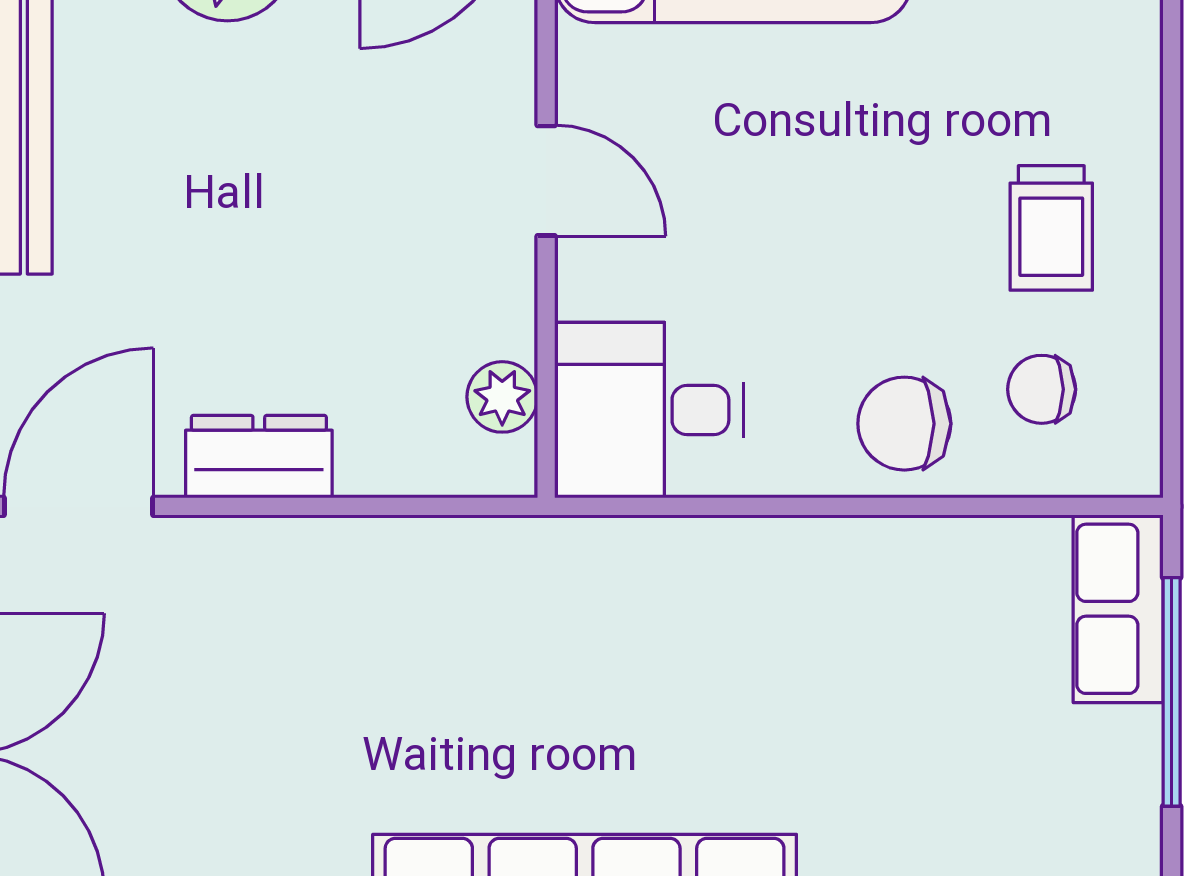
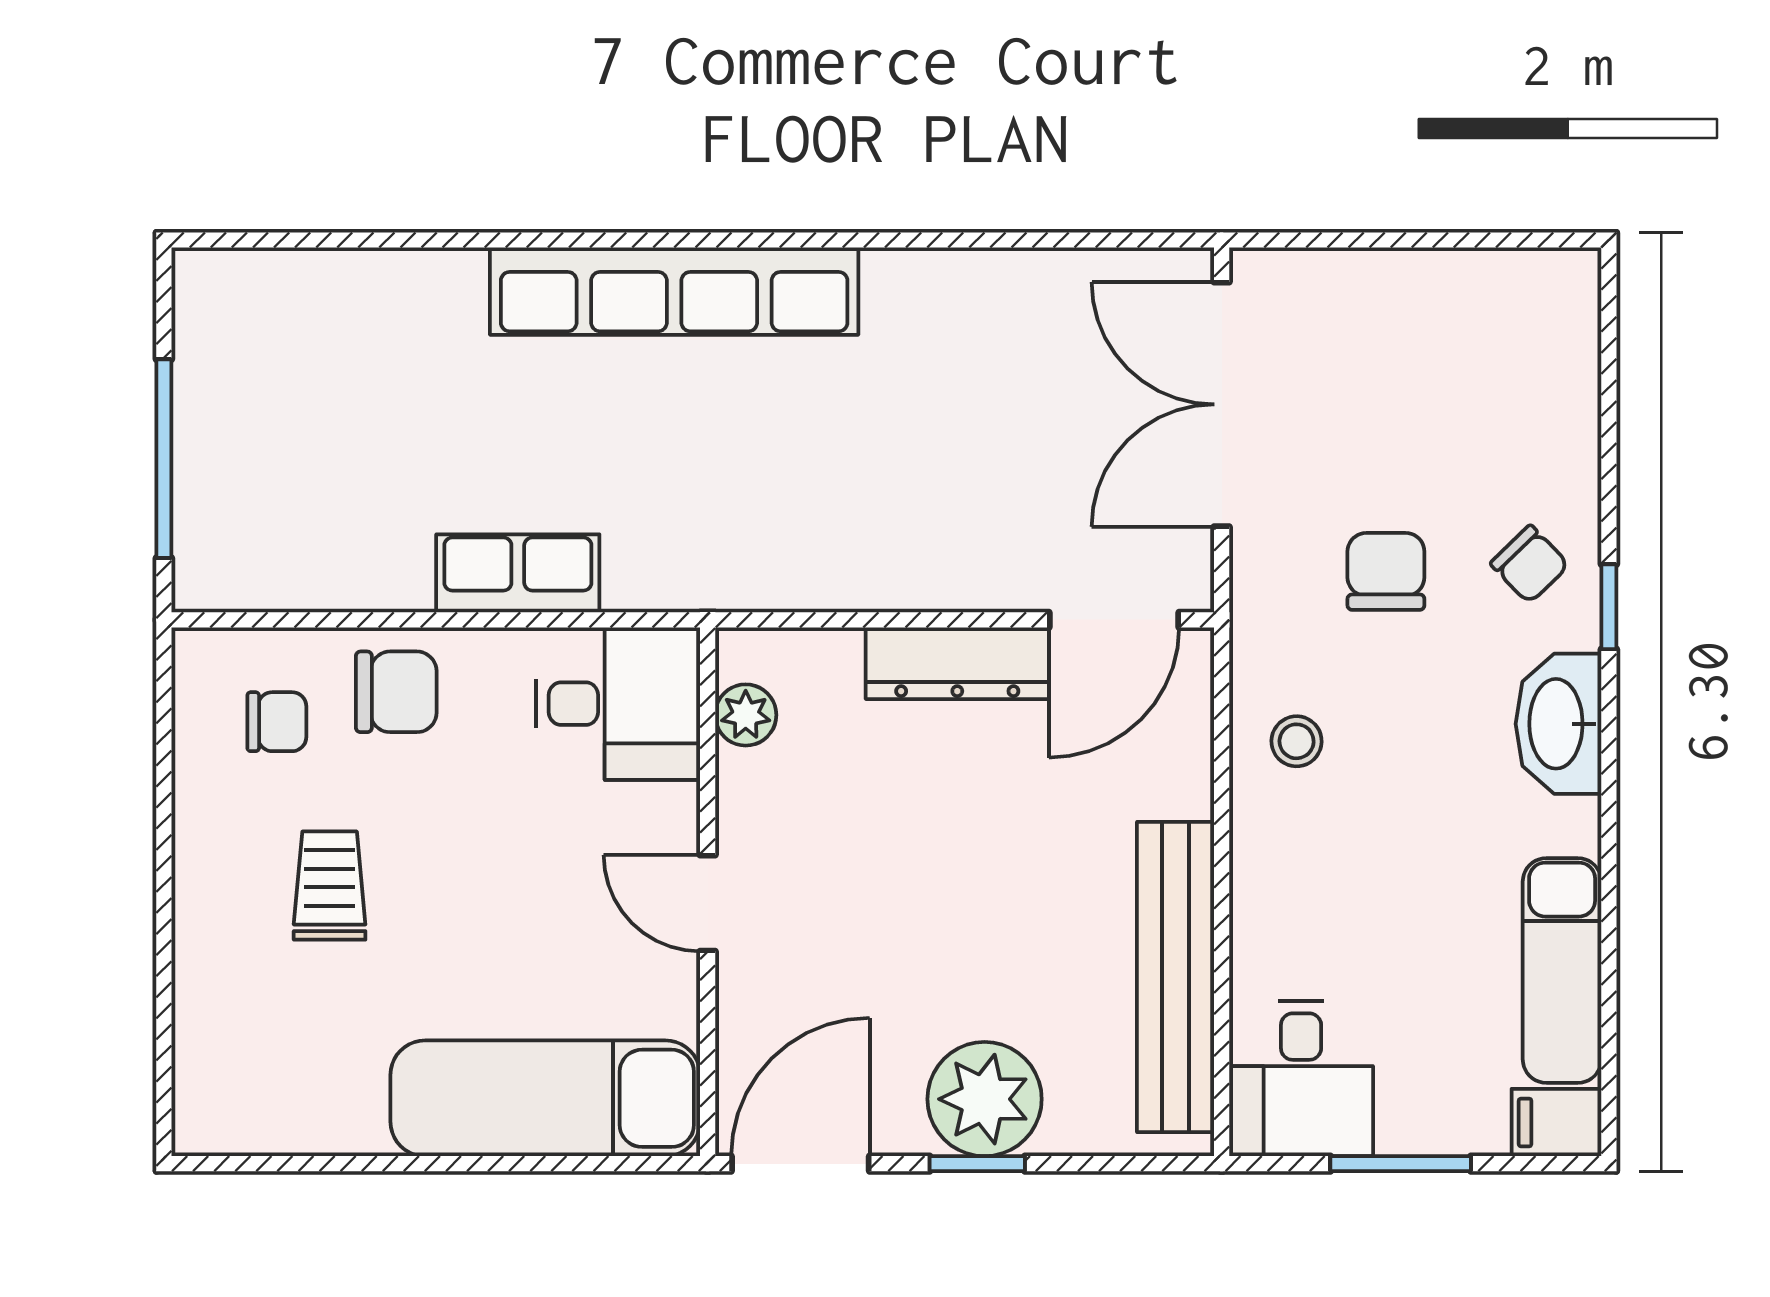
trolley: (1051, 228) -> (330, 886), moved
dresser: (259, 457) -> (957, 663), width x1.44
row of seats: (1118, 609) -> (518, 573), moved, turned -90

